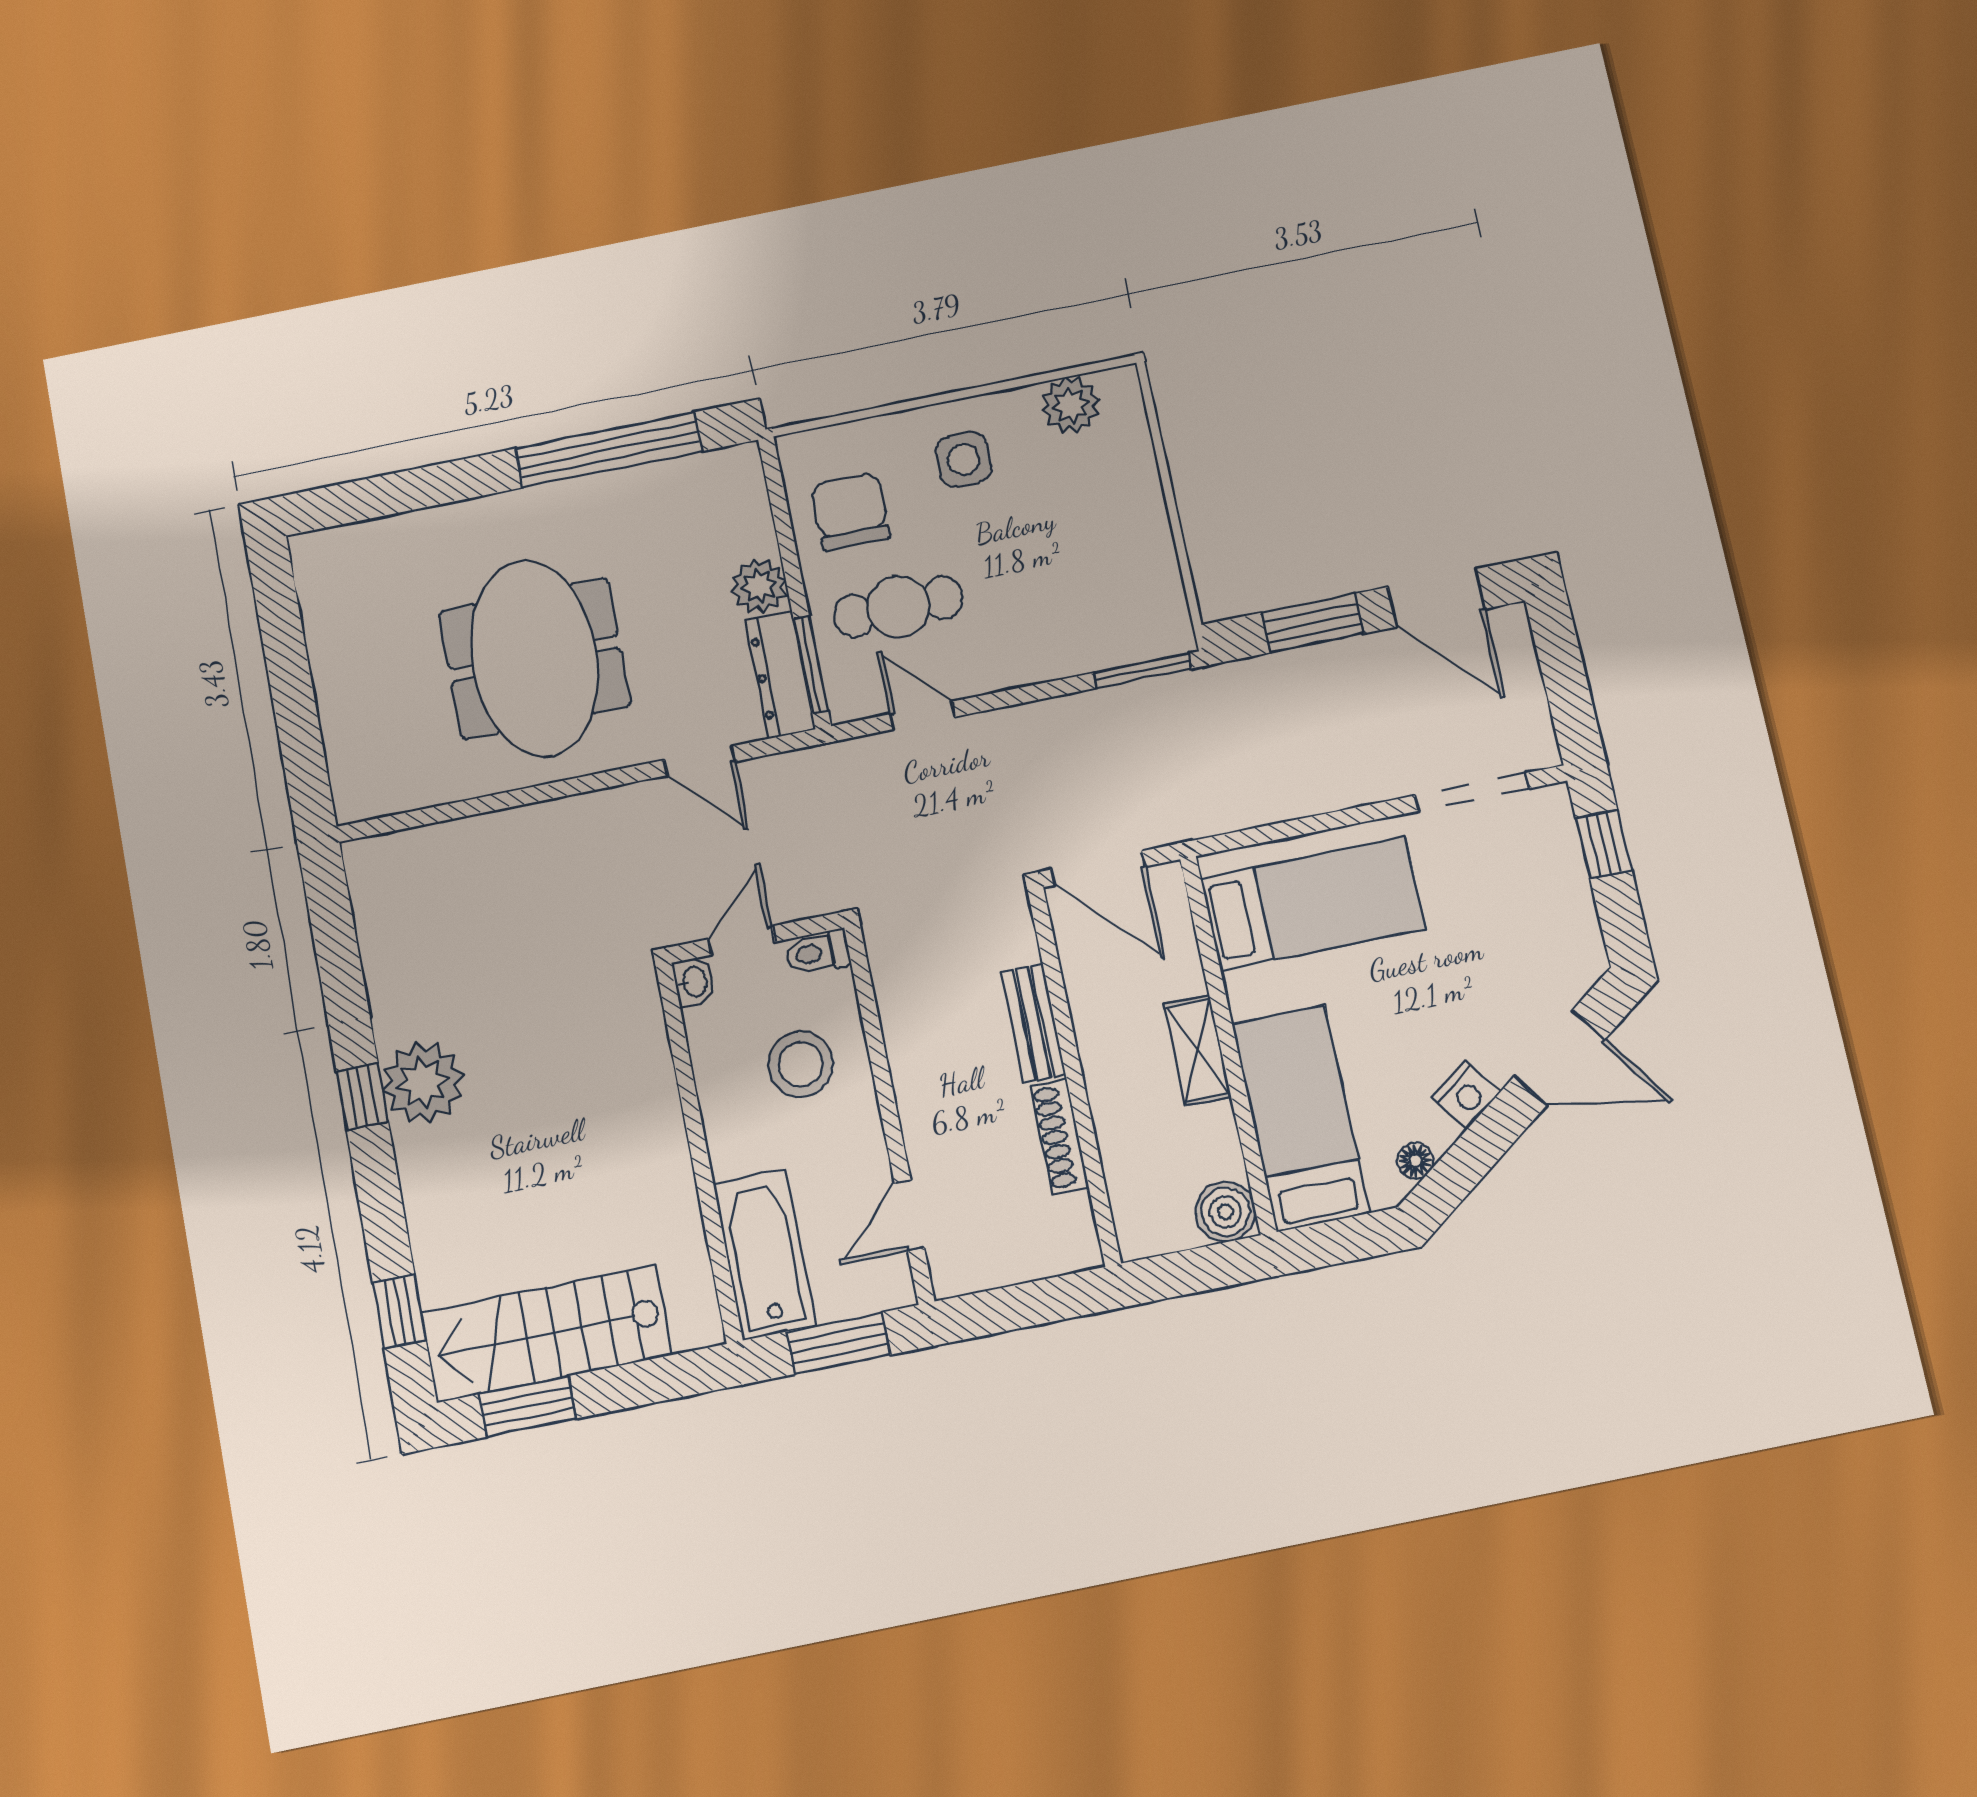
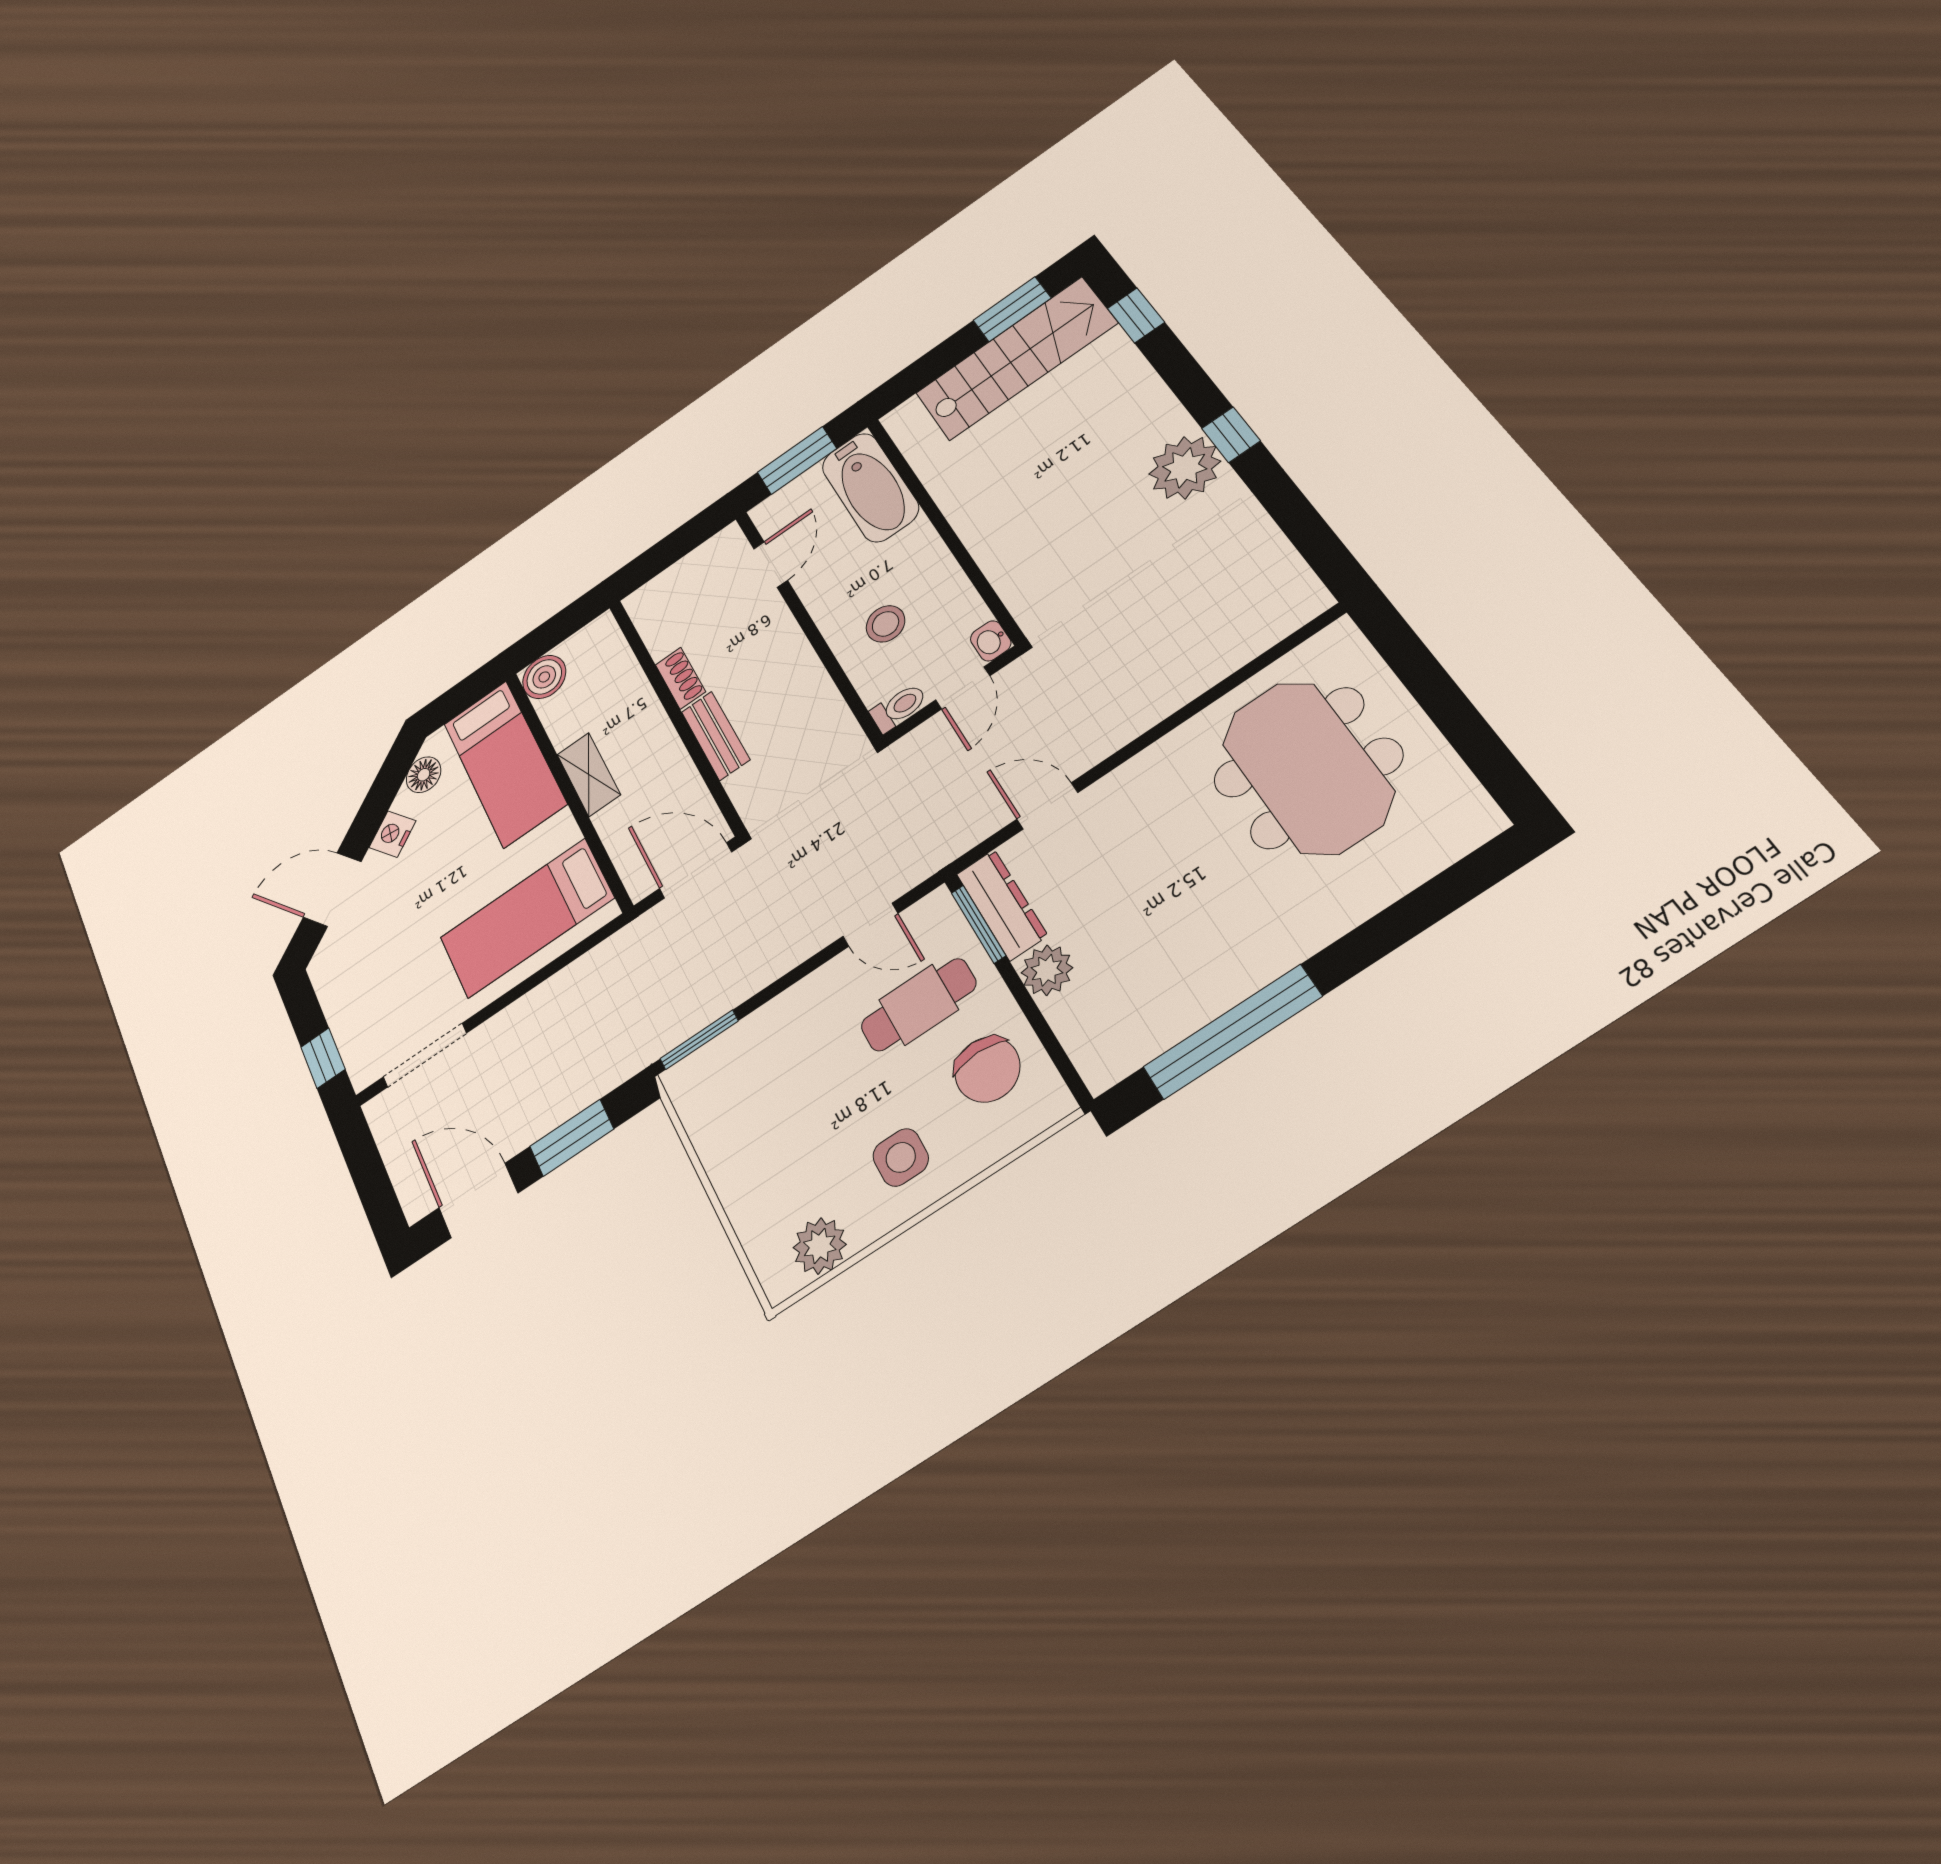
meeting table: (535, 658) -> (1307, 768), moved
stool: (800, 1064) -> (886, 624), width x0.73, depth x0.73
shoe rack: (1059, 1136) -> (680, 678), width x0.70
floor lamp: (1415, 1161) -> (424, 775), width x1.37, depth x1.37

